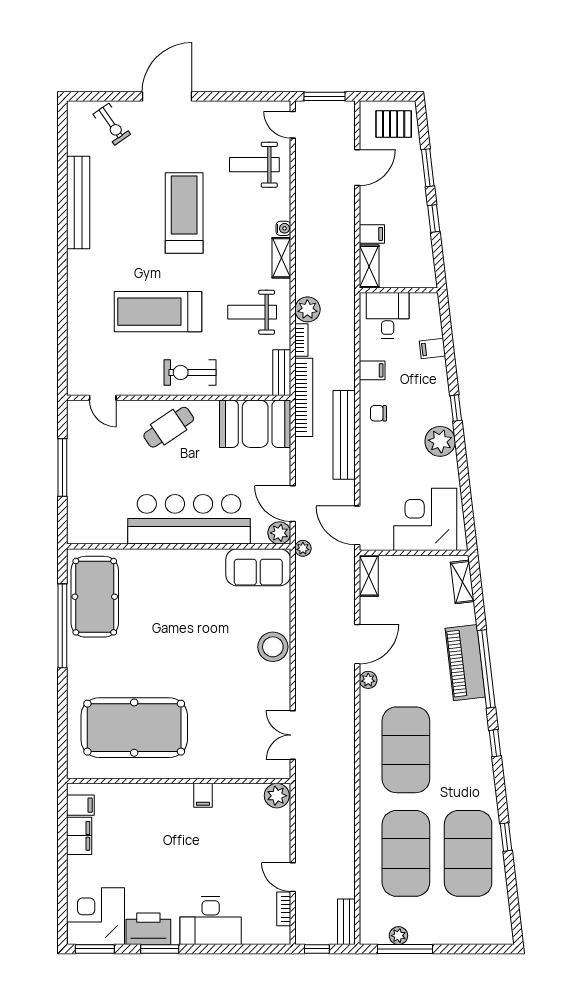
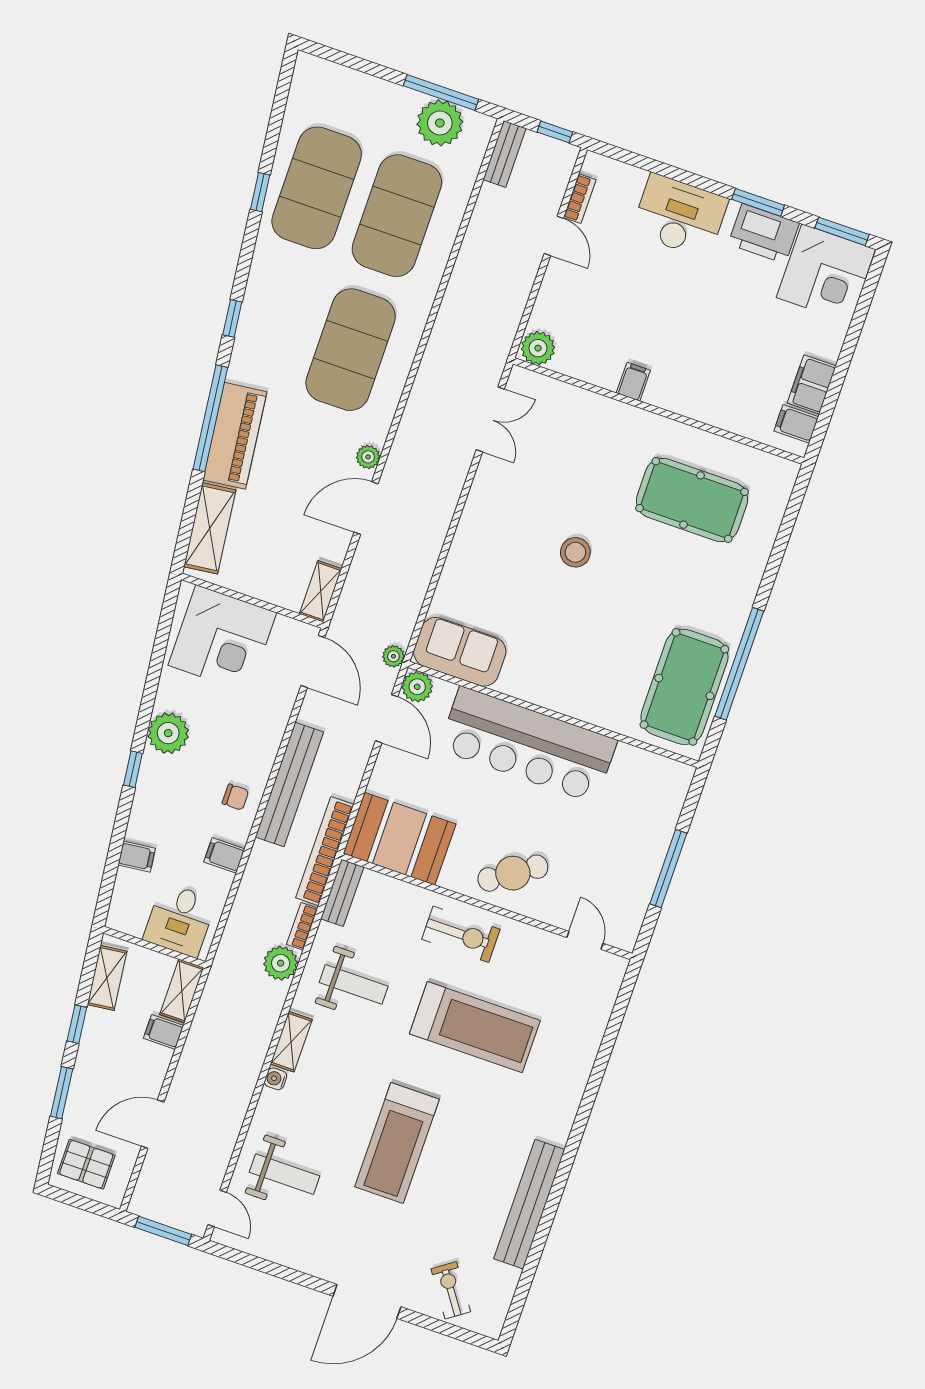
shelving: (424, 258) -> (107, 978), added
shelving: (462, 582) -> (210, 528), width x1.50, depth x1.33
stool: (273, 647) -> (575, 552), moved, width x0.73, depth x0.73
pool table: (134, 728) -> (692, 500), width x0.73, depth x0.76
plant: (398, 936) -> (440, 123), width x1.87, depth x1.87

